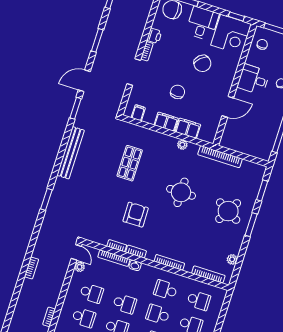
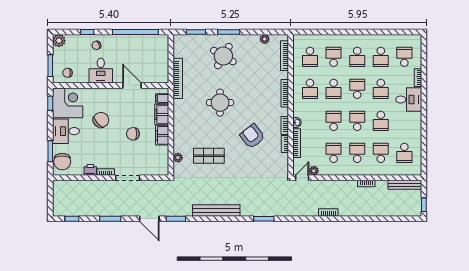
filing cabinet: (138, 113) -> (162, 98), moved
plant: (182, 145) -> (178, 158), moved
armchair: (136, 215) -> (252, 136), turned 53
school desk: (199, 300) -> (310, 57), turned 180

